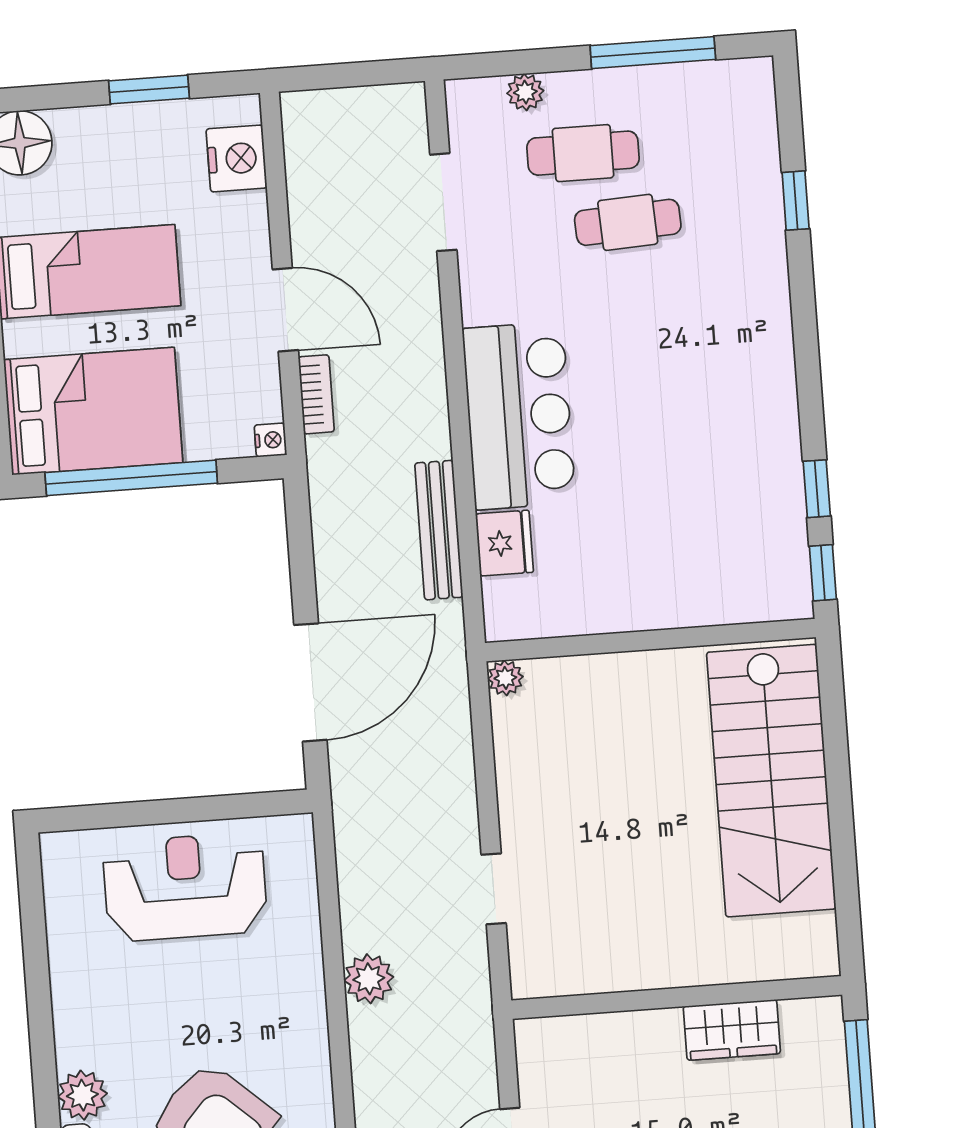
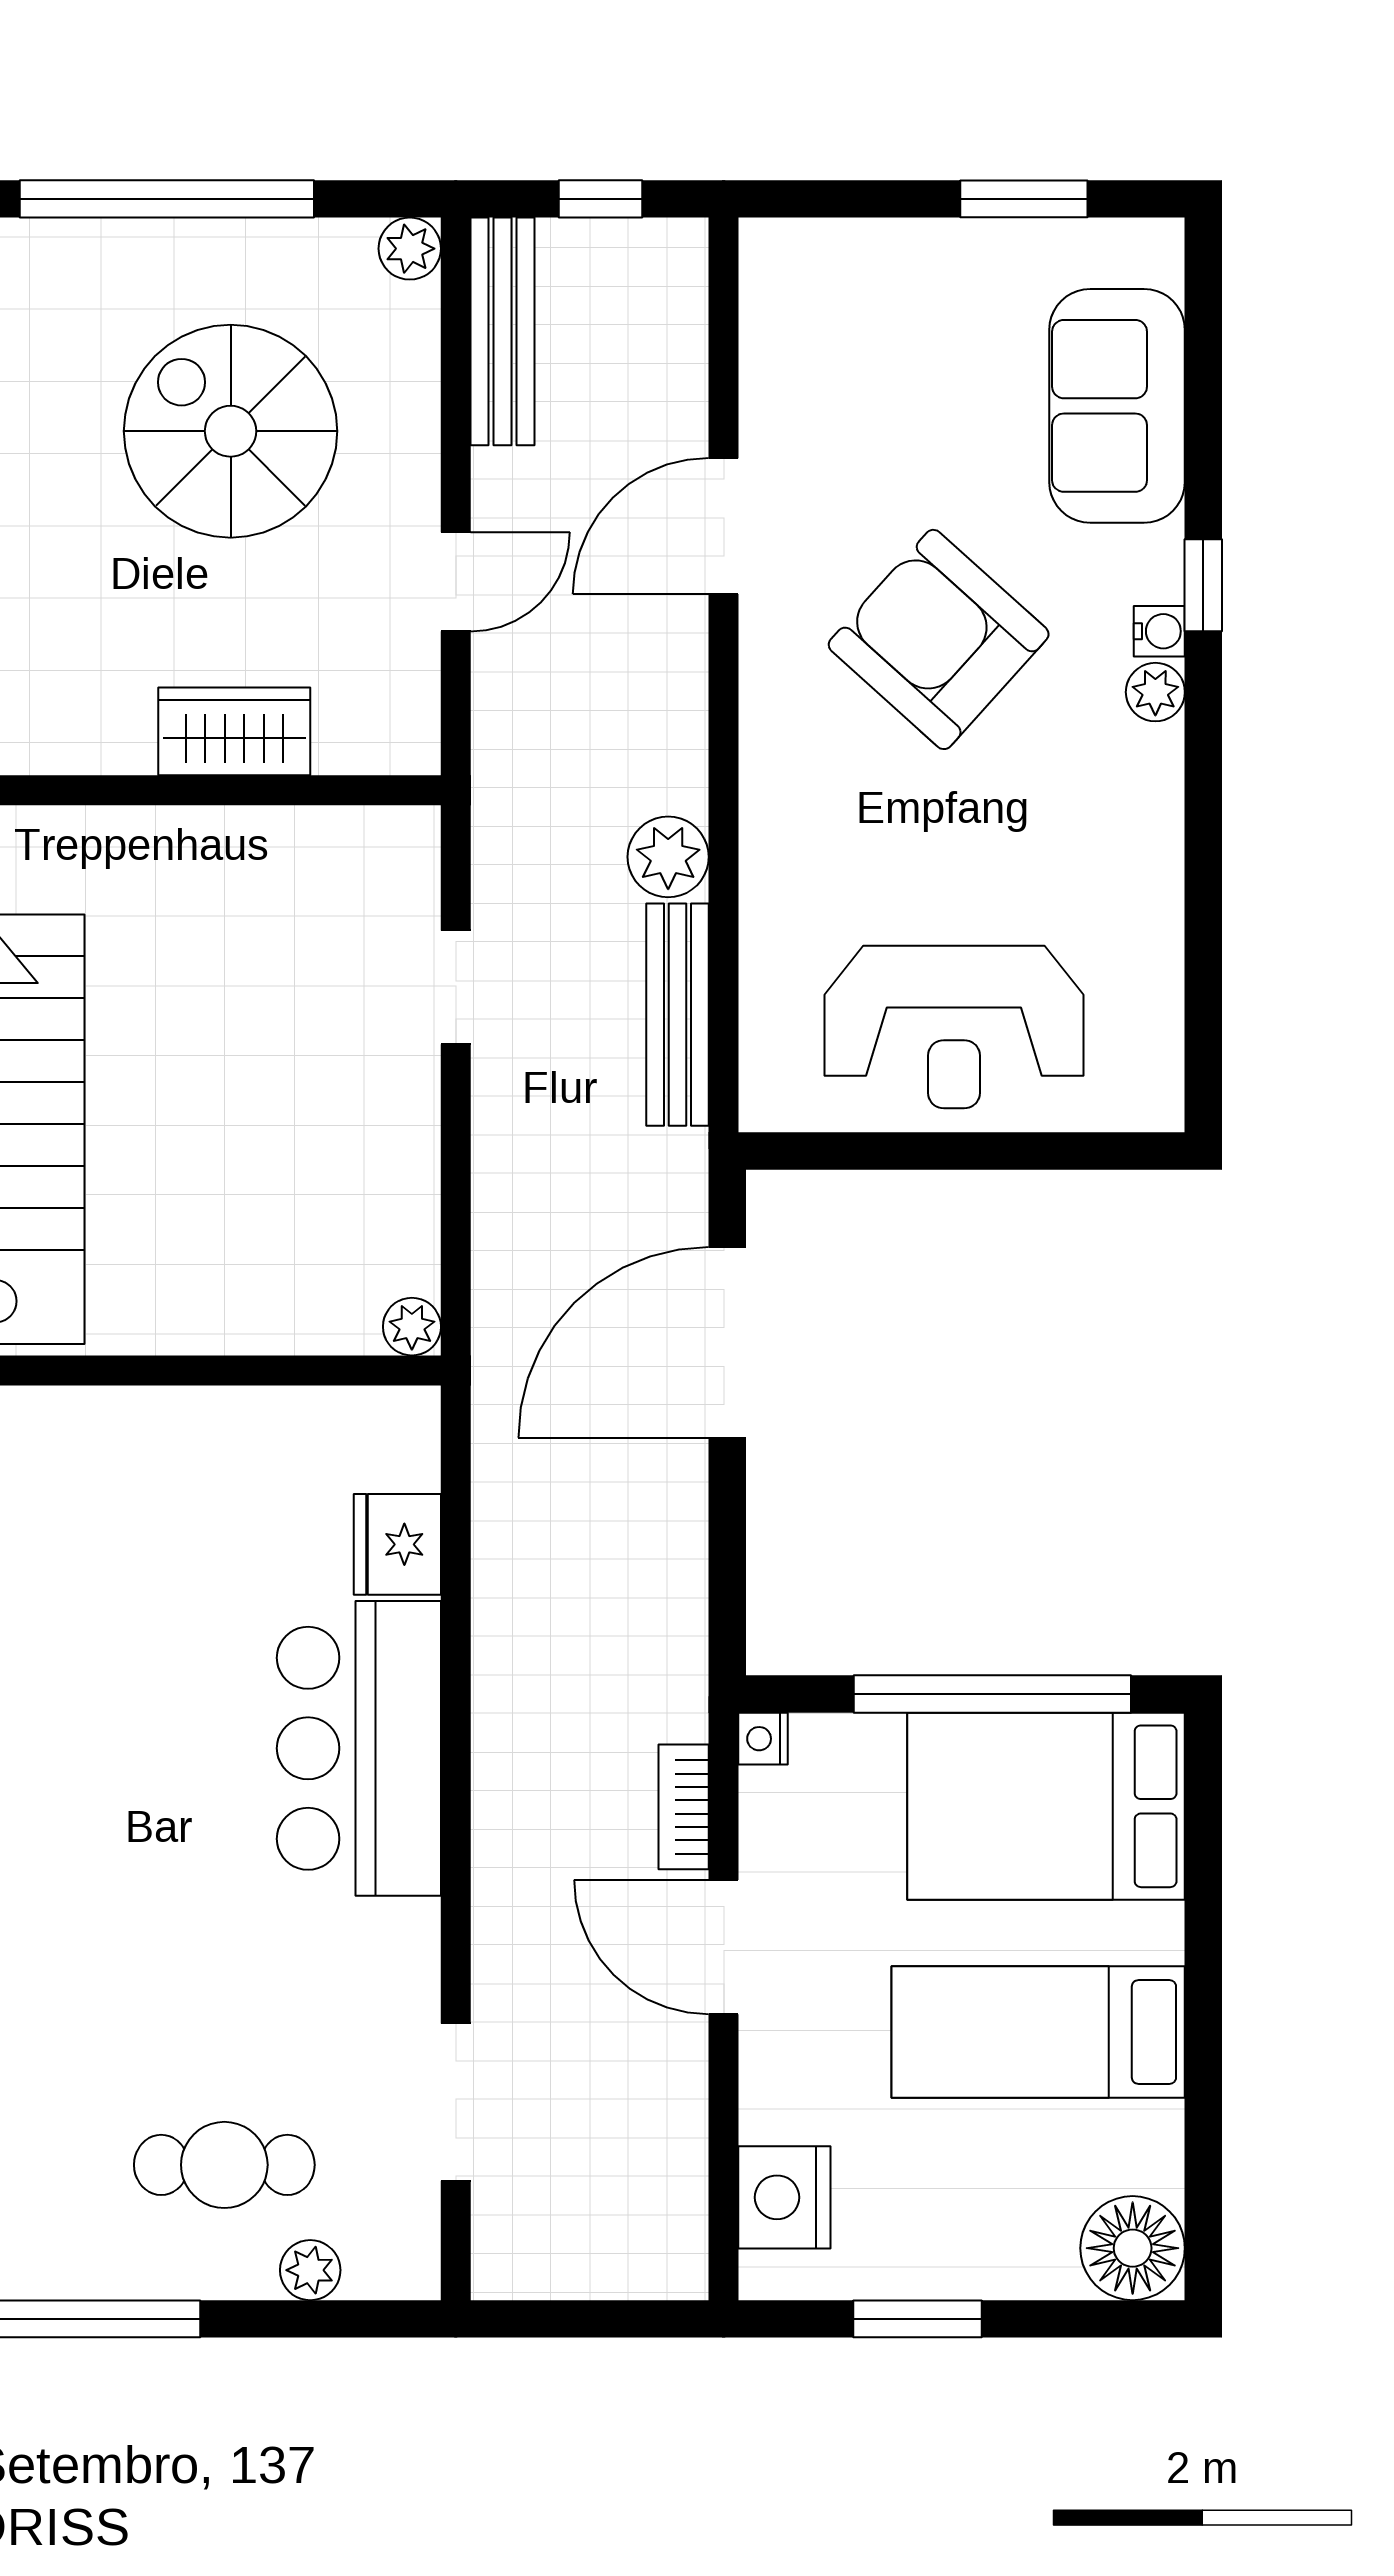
cafe table: (628, 222) -> (160, 2048), removed
bench: (439, 530) -> (678, 1015), moved
wardrobe: (732, 1030) -> (234, 731), moved
plant: (82, 1095) -> (1155, 692), width x0.73, depth x0.73

